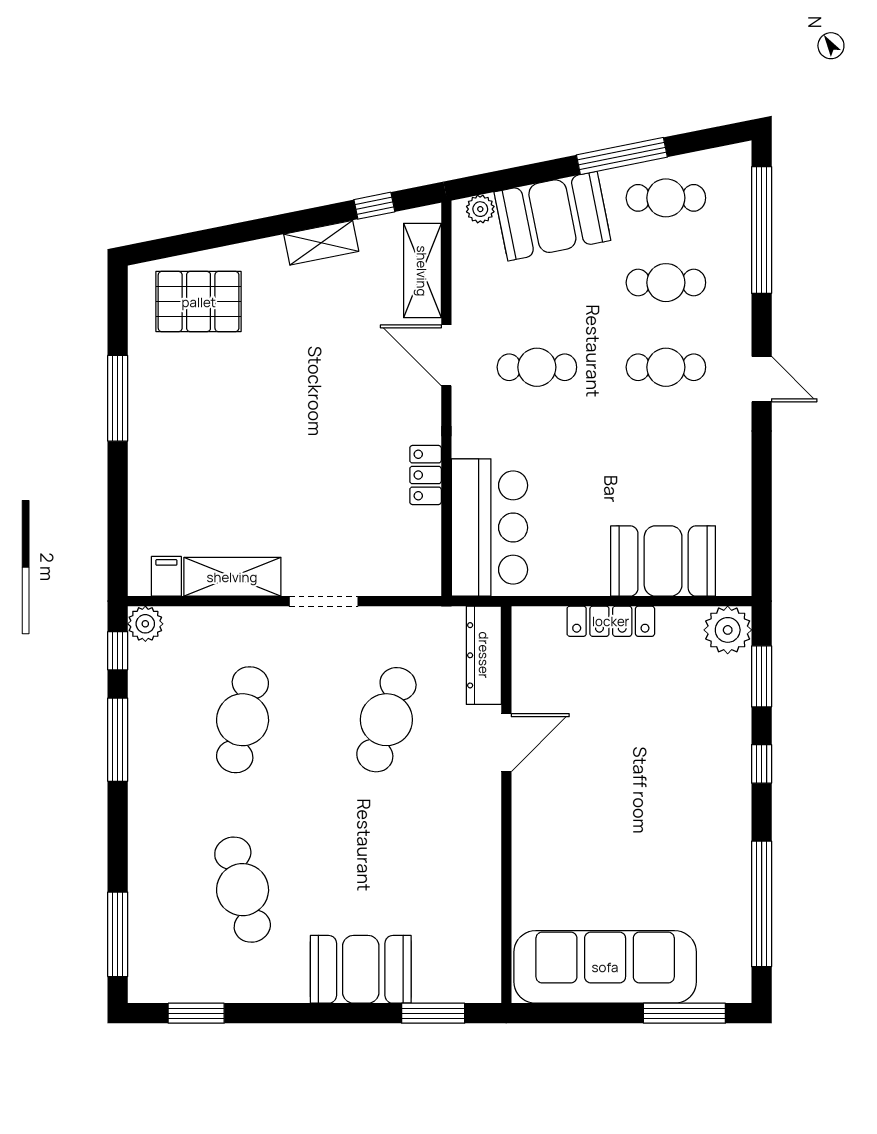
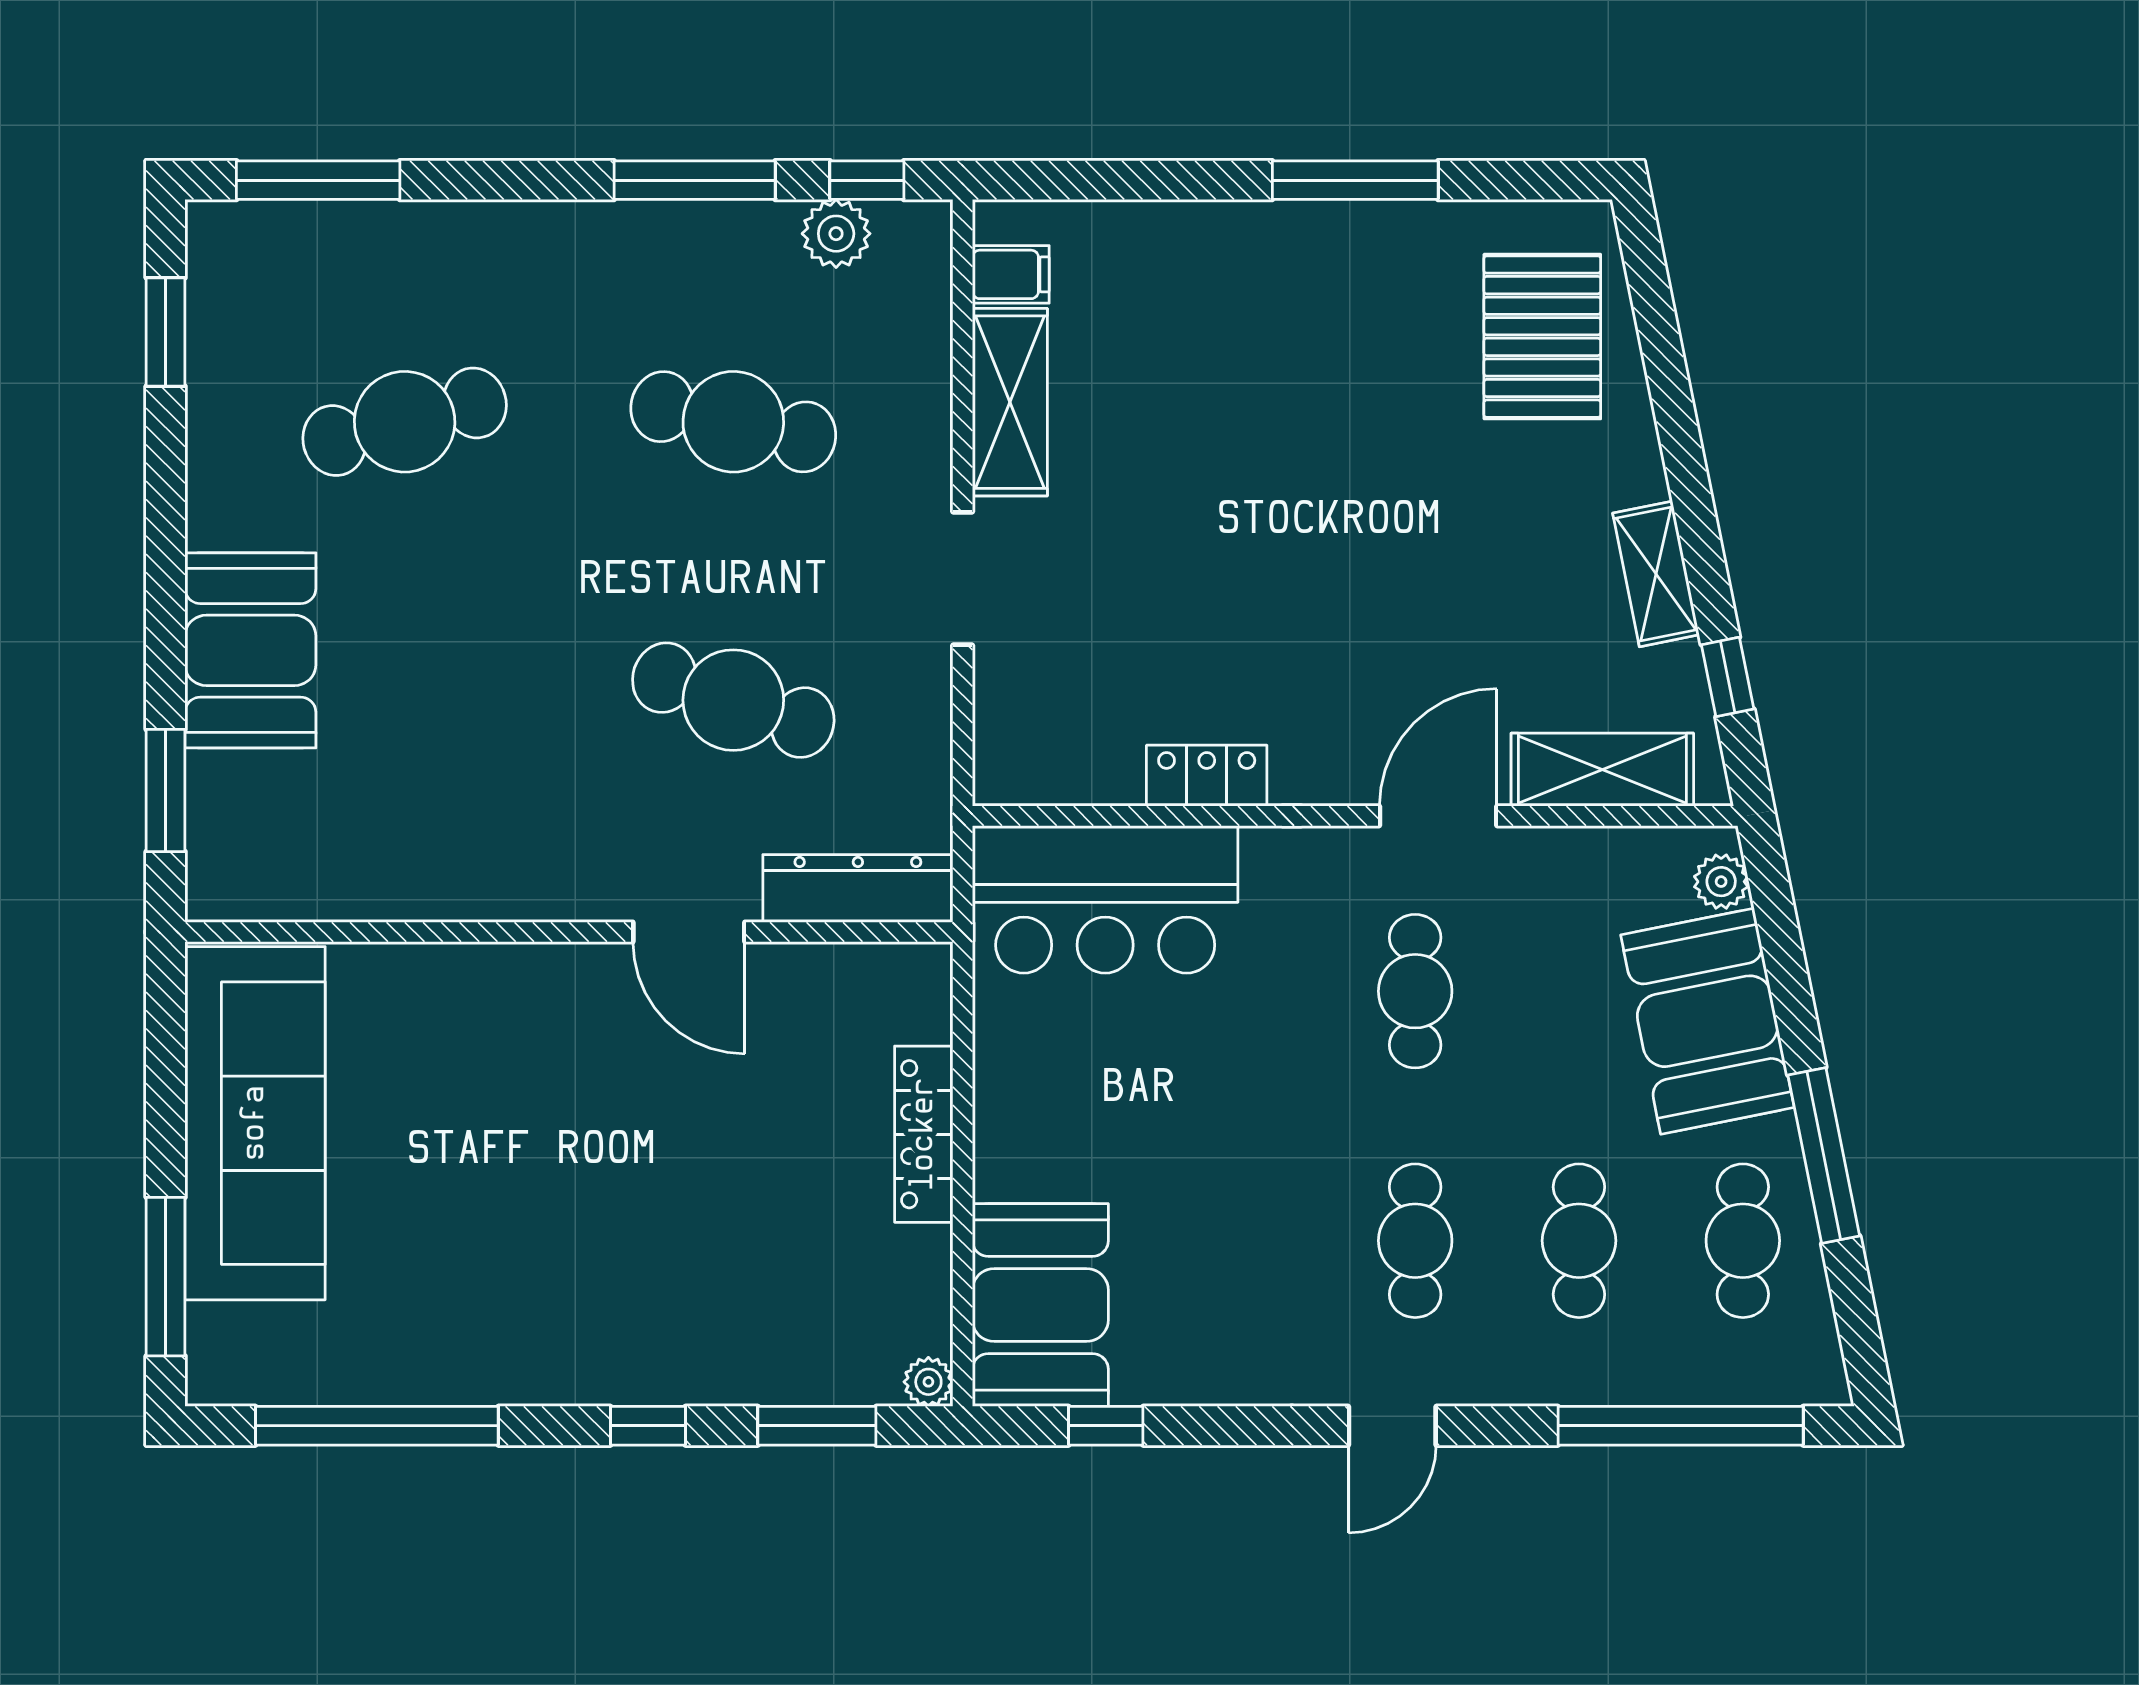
window: (762, 527) -> (1106, 1426), added
booth: (663, 561) -> (1040, 1305), moved
plant: (145, 624) -> (836, 234), moved
plant: (728, 630) -> (928, 1382), width x0.53, depth x0.53

